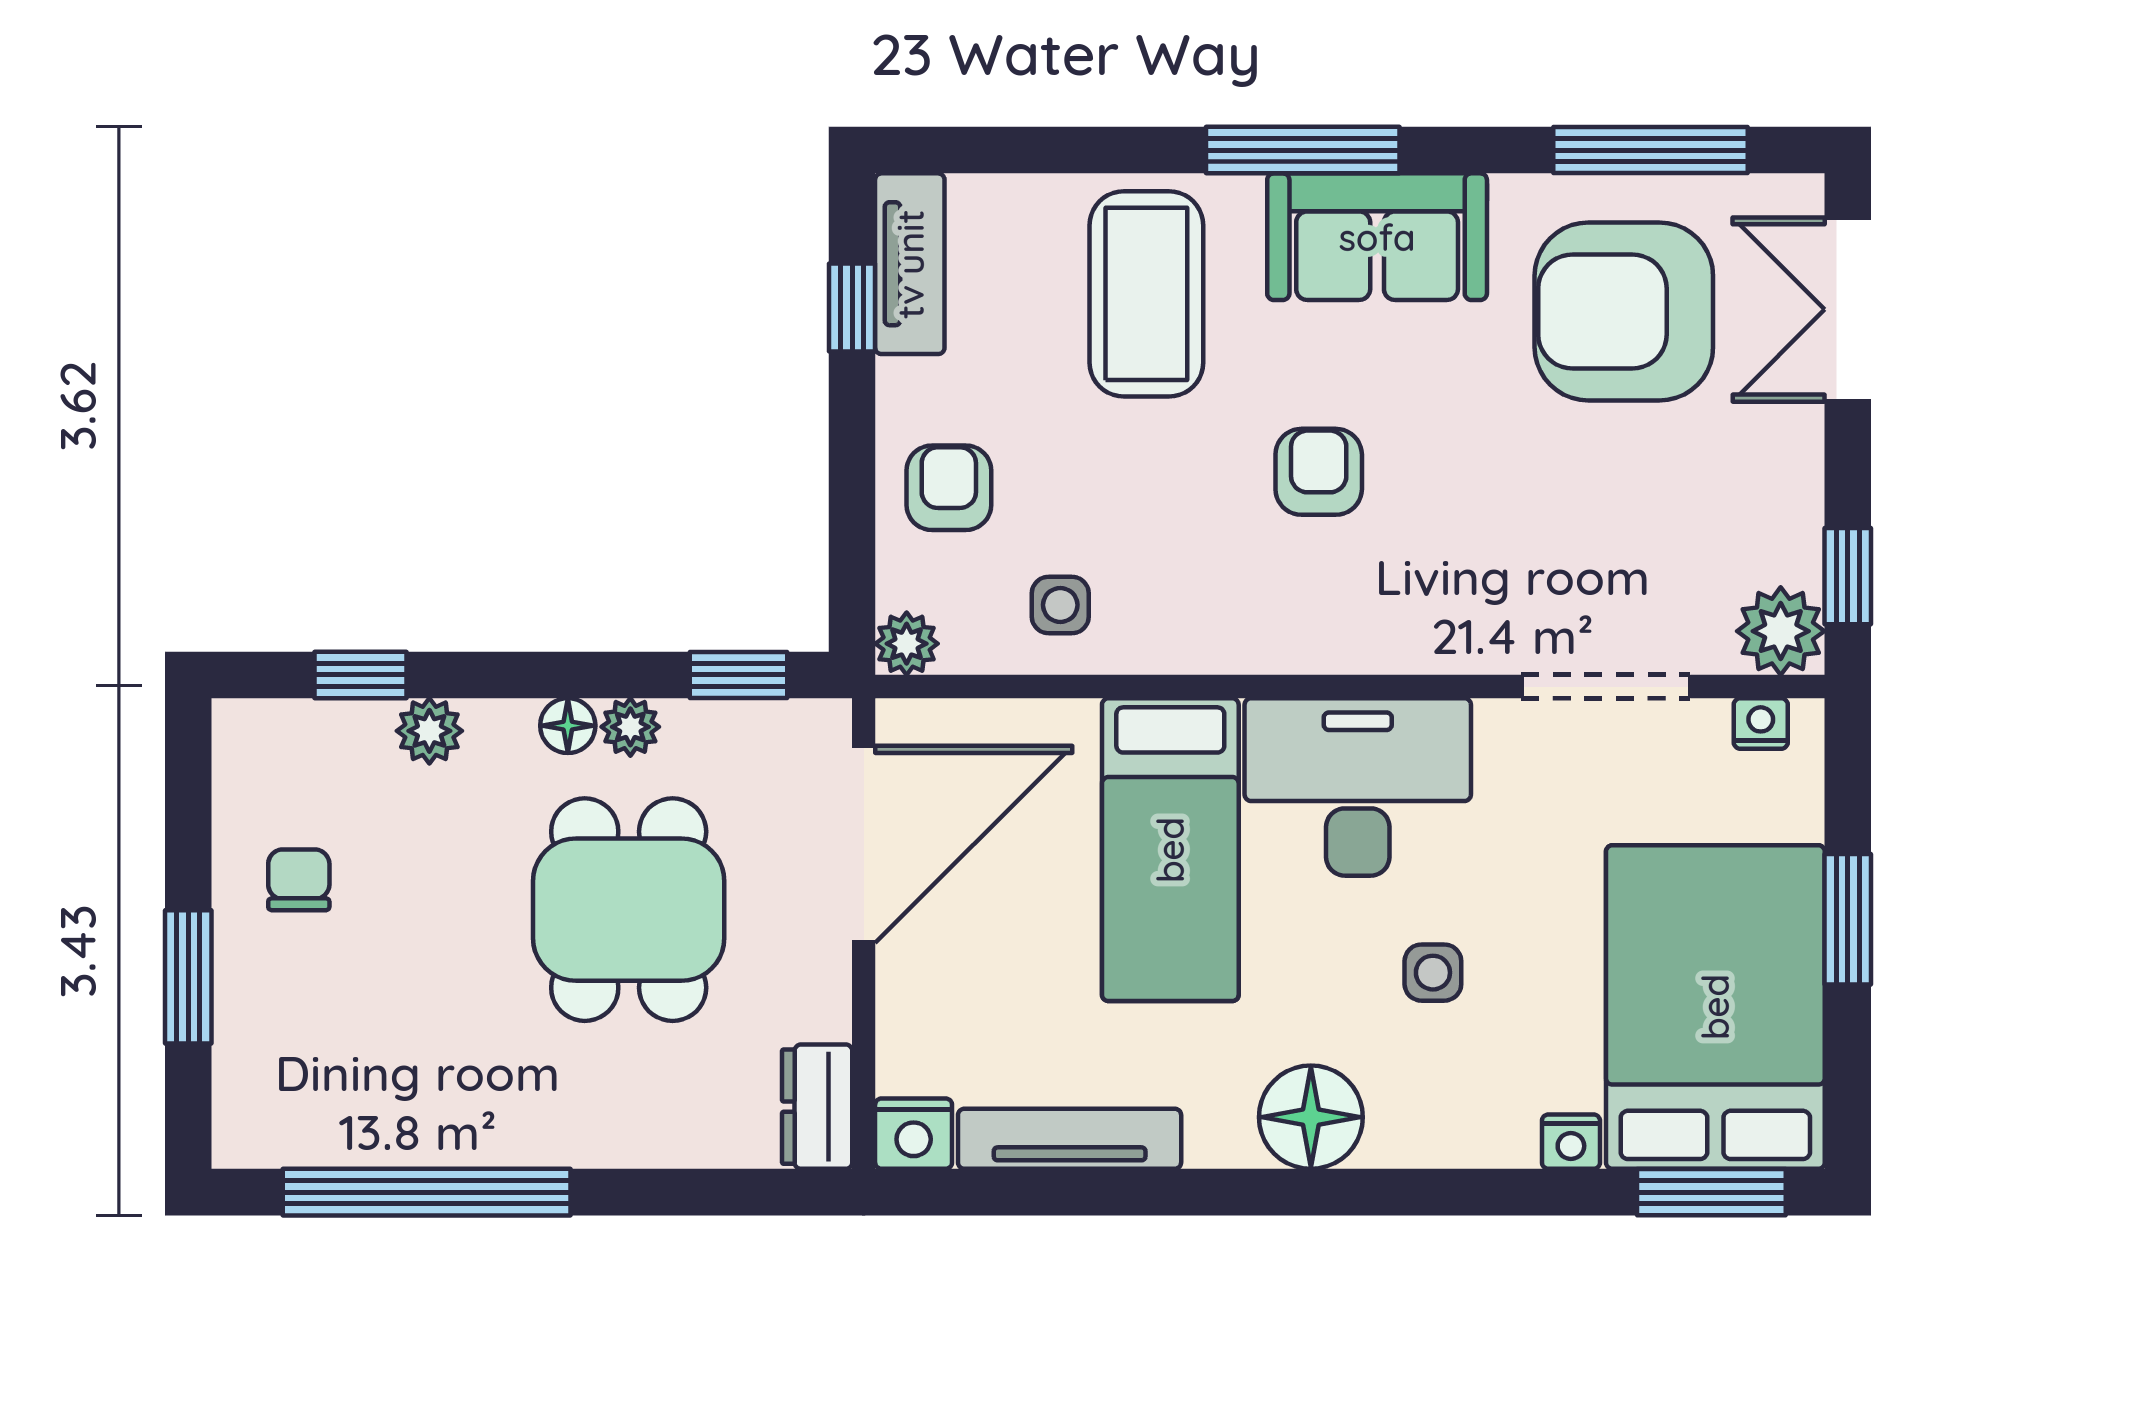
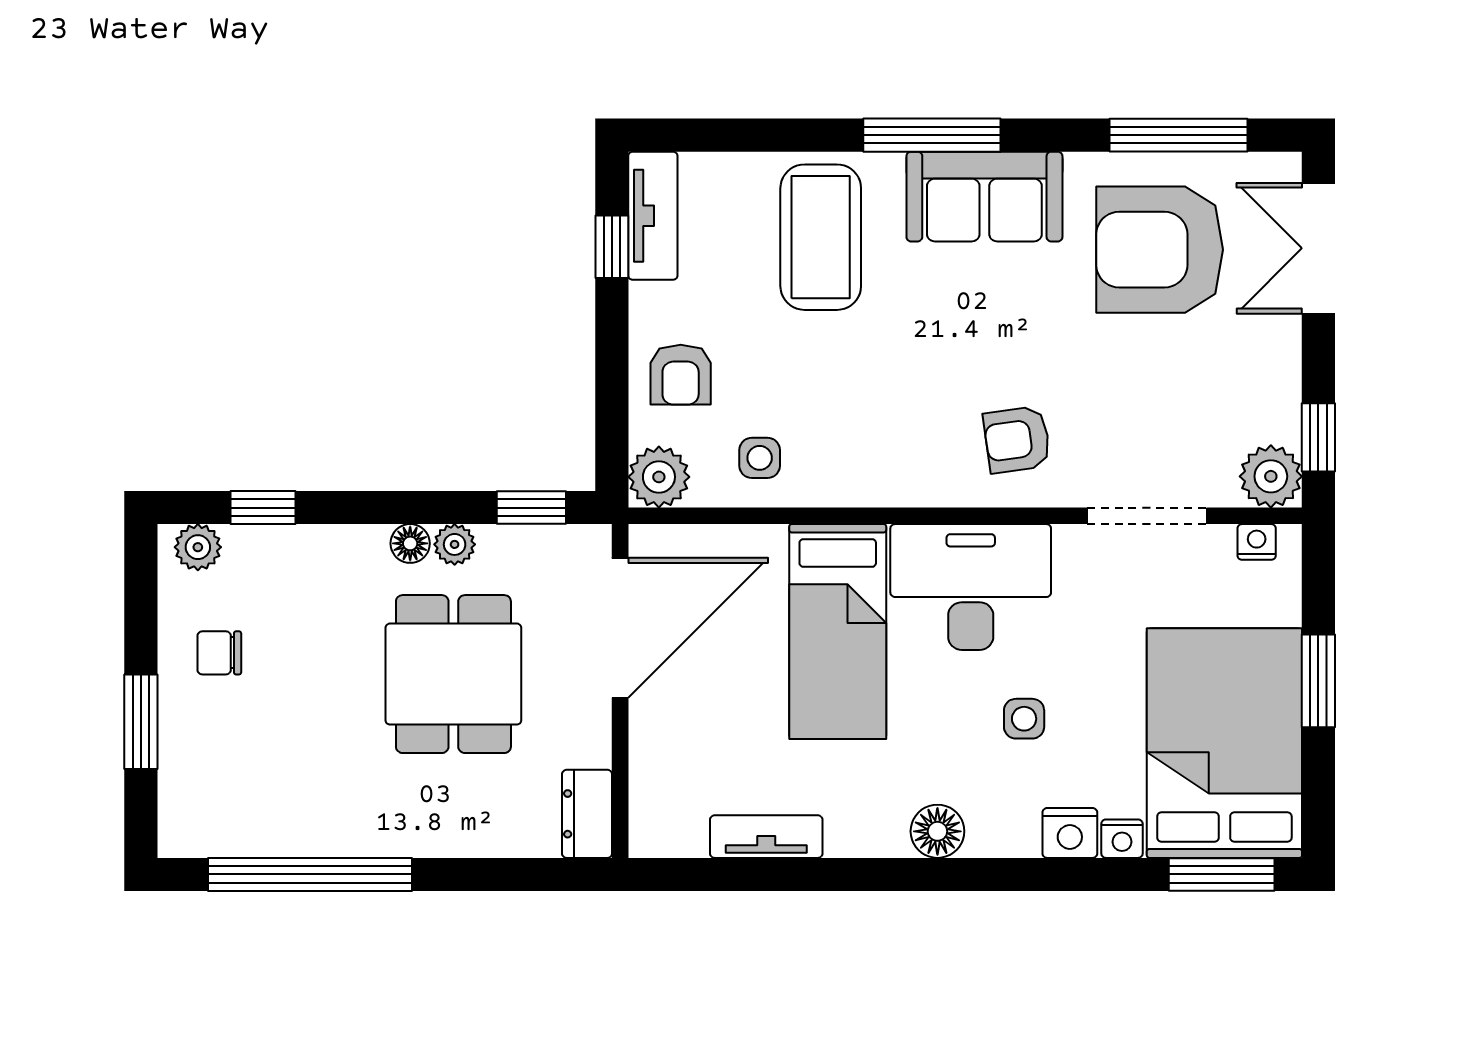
armchair: (1319, 472) -> (1017, 440), moved, turned -98
armchair: (949, 488) -> (681, 375), turned 180
plant: (907, 644) -> (659, 477), width x1.38, depth x1.38
plant: (429, 731) -> (198, 547), moved
chair: (299, 880) -> (219, 653), turned -90
floor lamp: (1311, 1117) -> (937, 831), width x0.73, depth x0.73
nightstand: (914, 1134) -> (1070, 833), moved
tv unit: (1070, 1139) -> (766, 837), width x0.71

